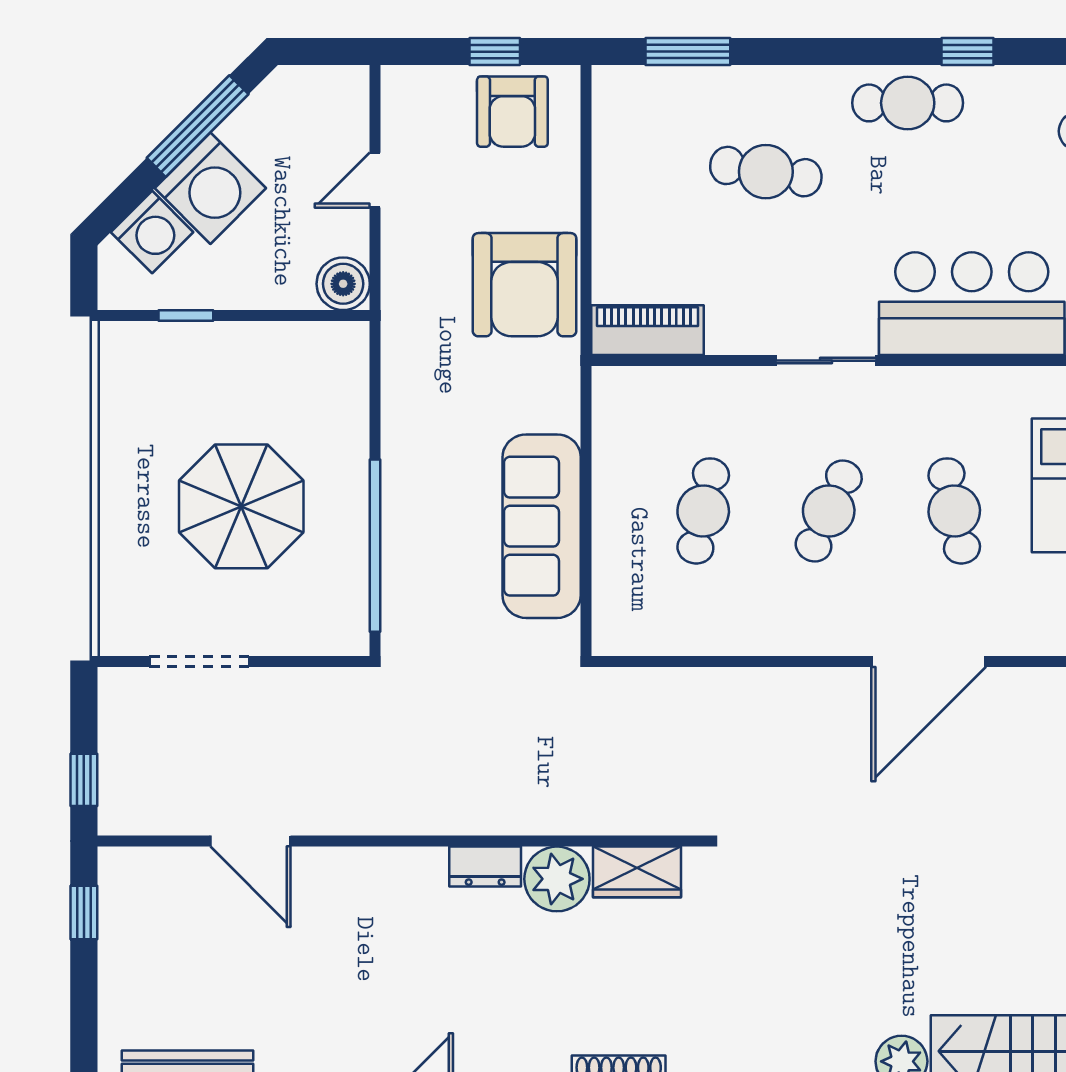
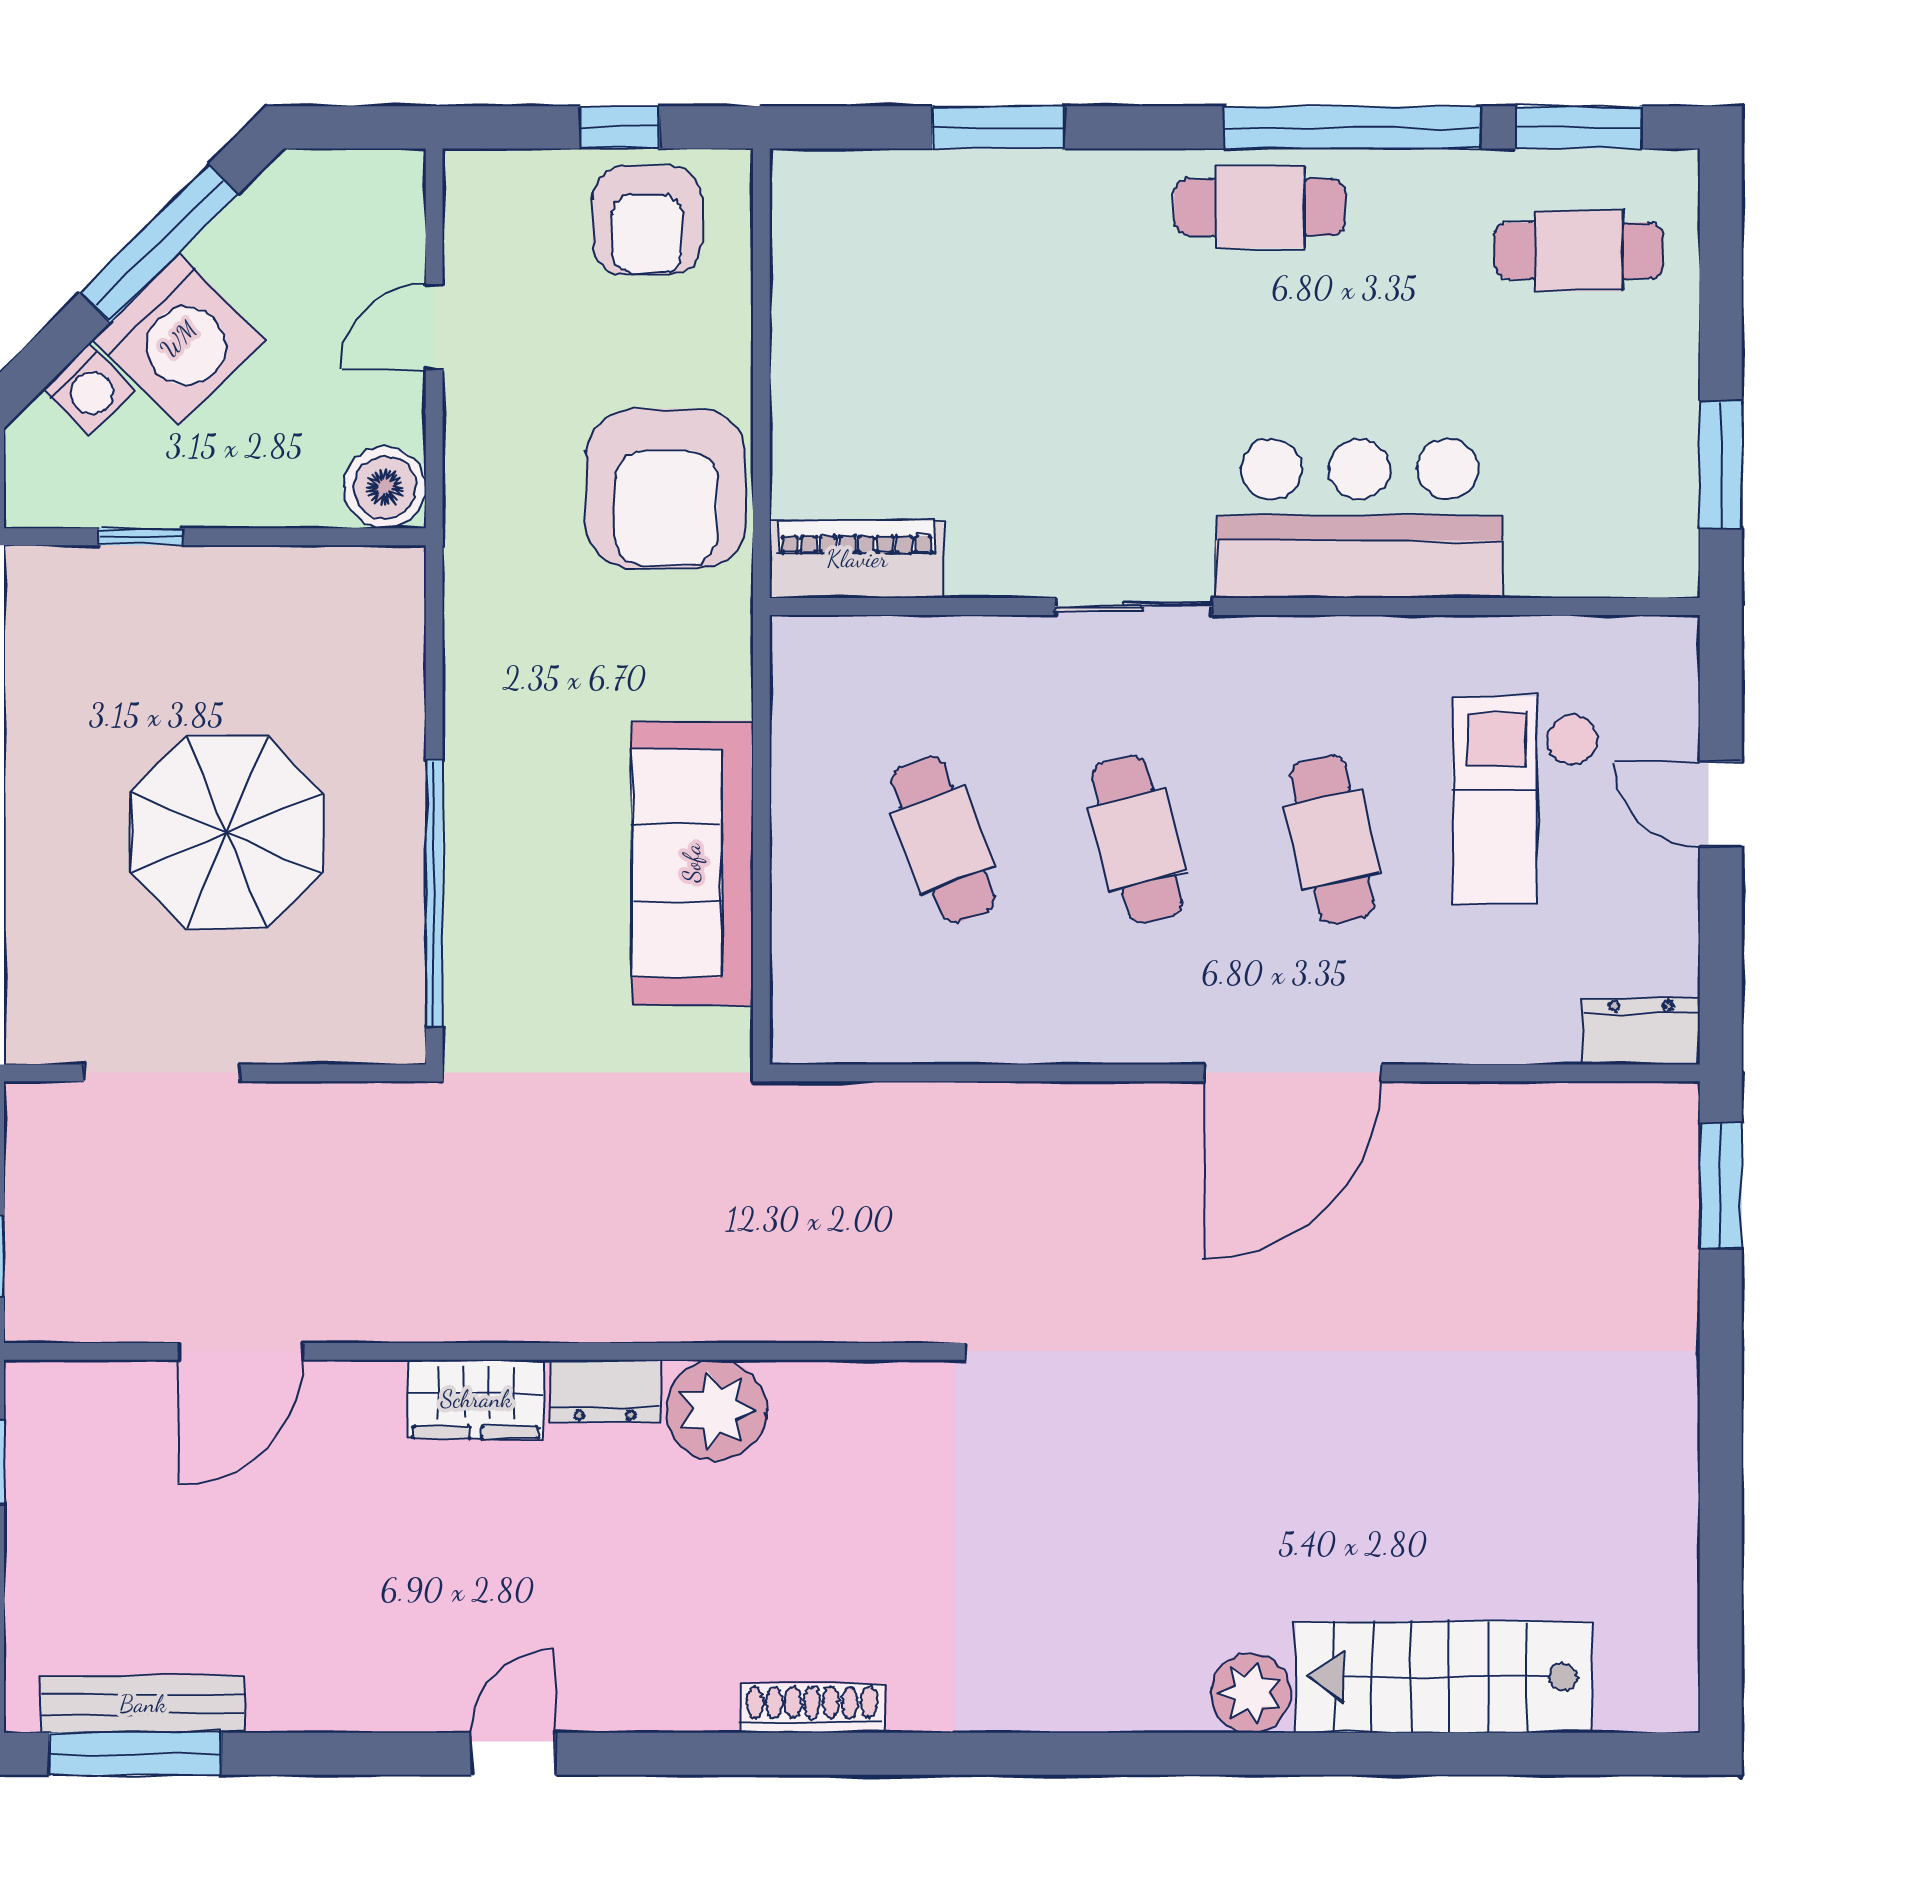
window: (688, 52) -> (998, 127), moved
window: (967, 52) -> (1353, 127), width x3.17
cafe table: (766, 172) -> (1040, 314), removed
washing machine: (152, 232) -> (89, 390), width x0.73, depth x0.73
cafe table: (703, 511) -> (943, 840), turned -33
cafe table: (829, 511) -> (1138, 840), turned -39
door: (250, 841) -> (241, 1351), hinge flipped
wardrobe: (637, 872) -> (476, 1399), moved

